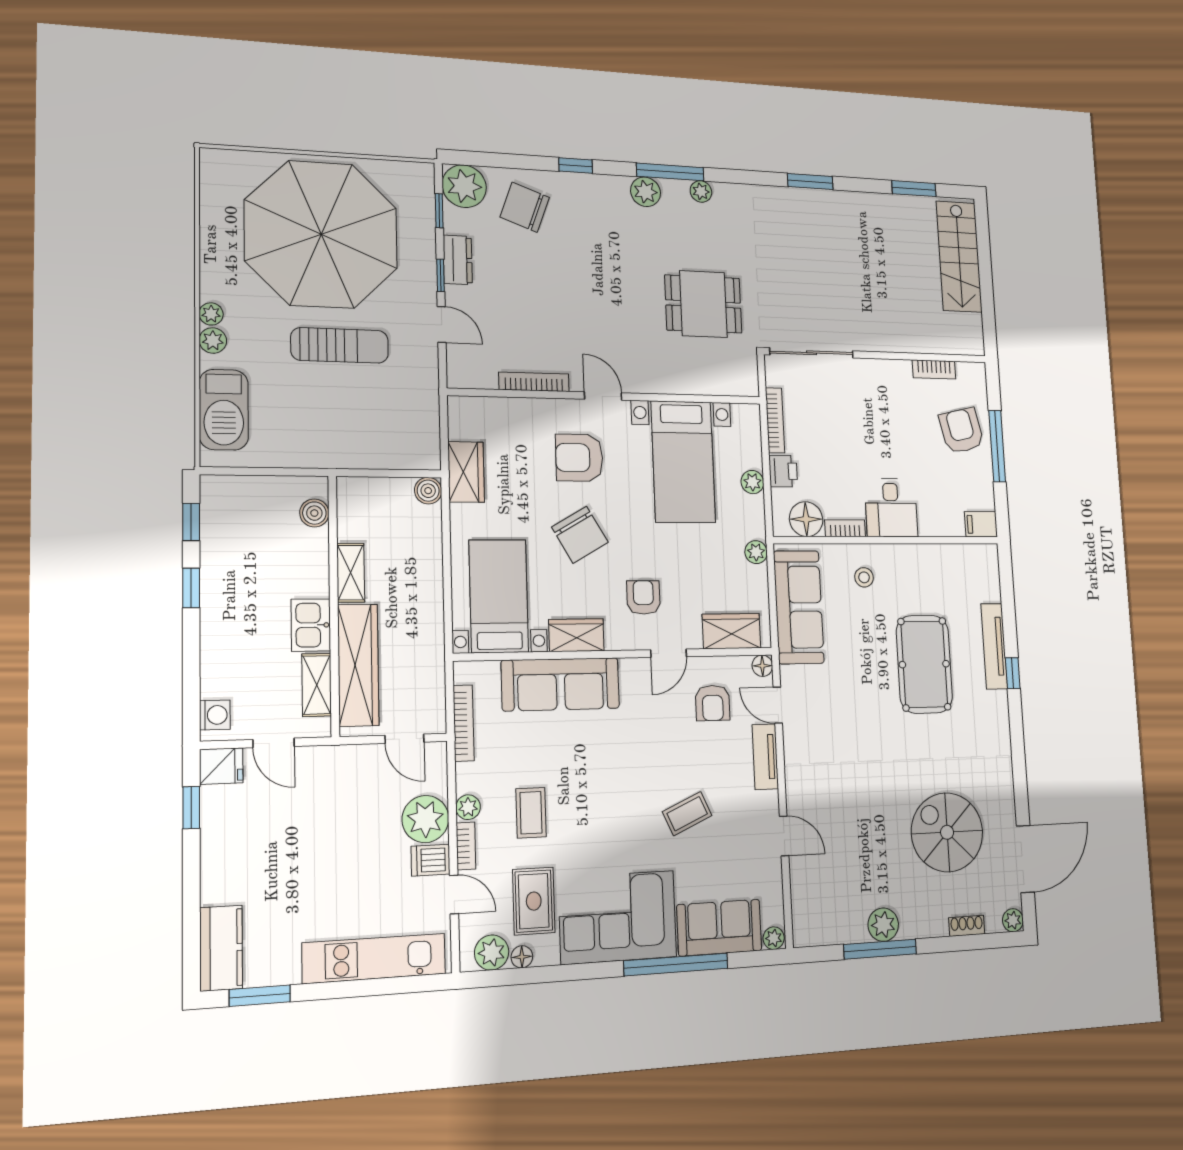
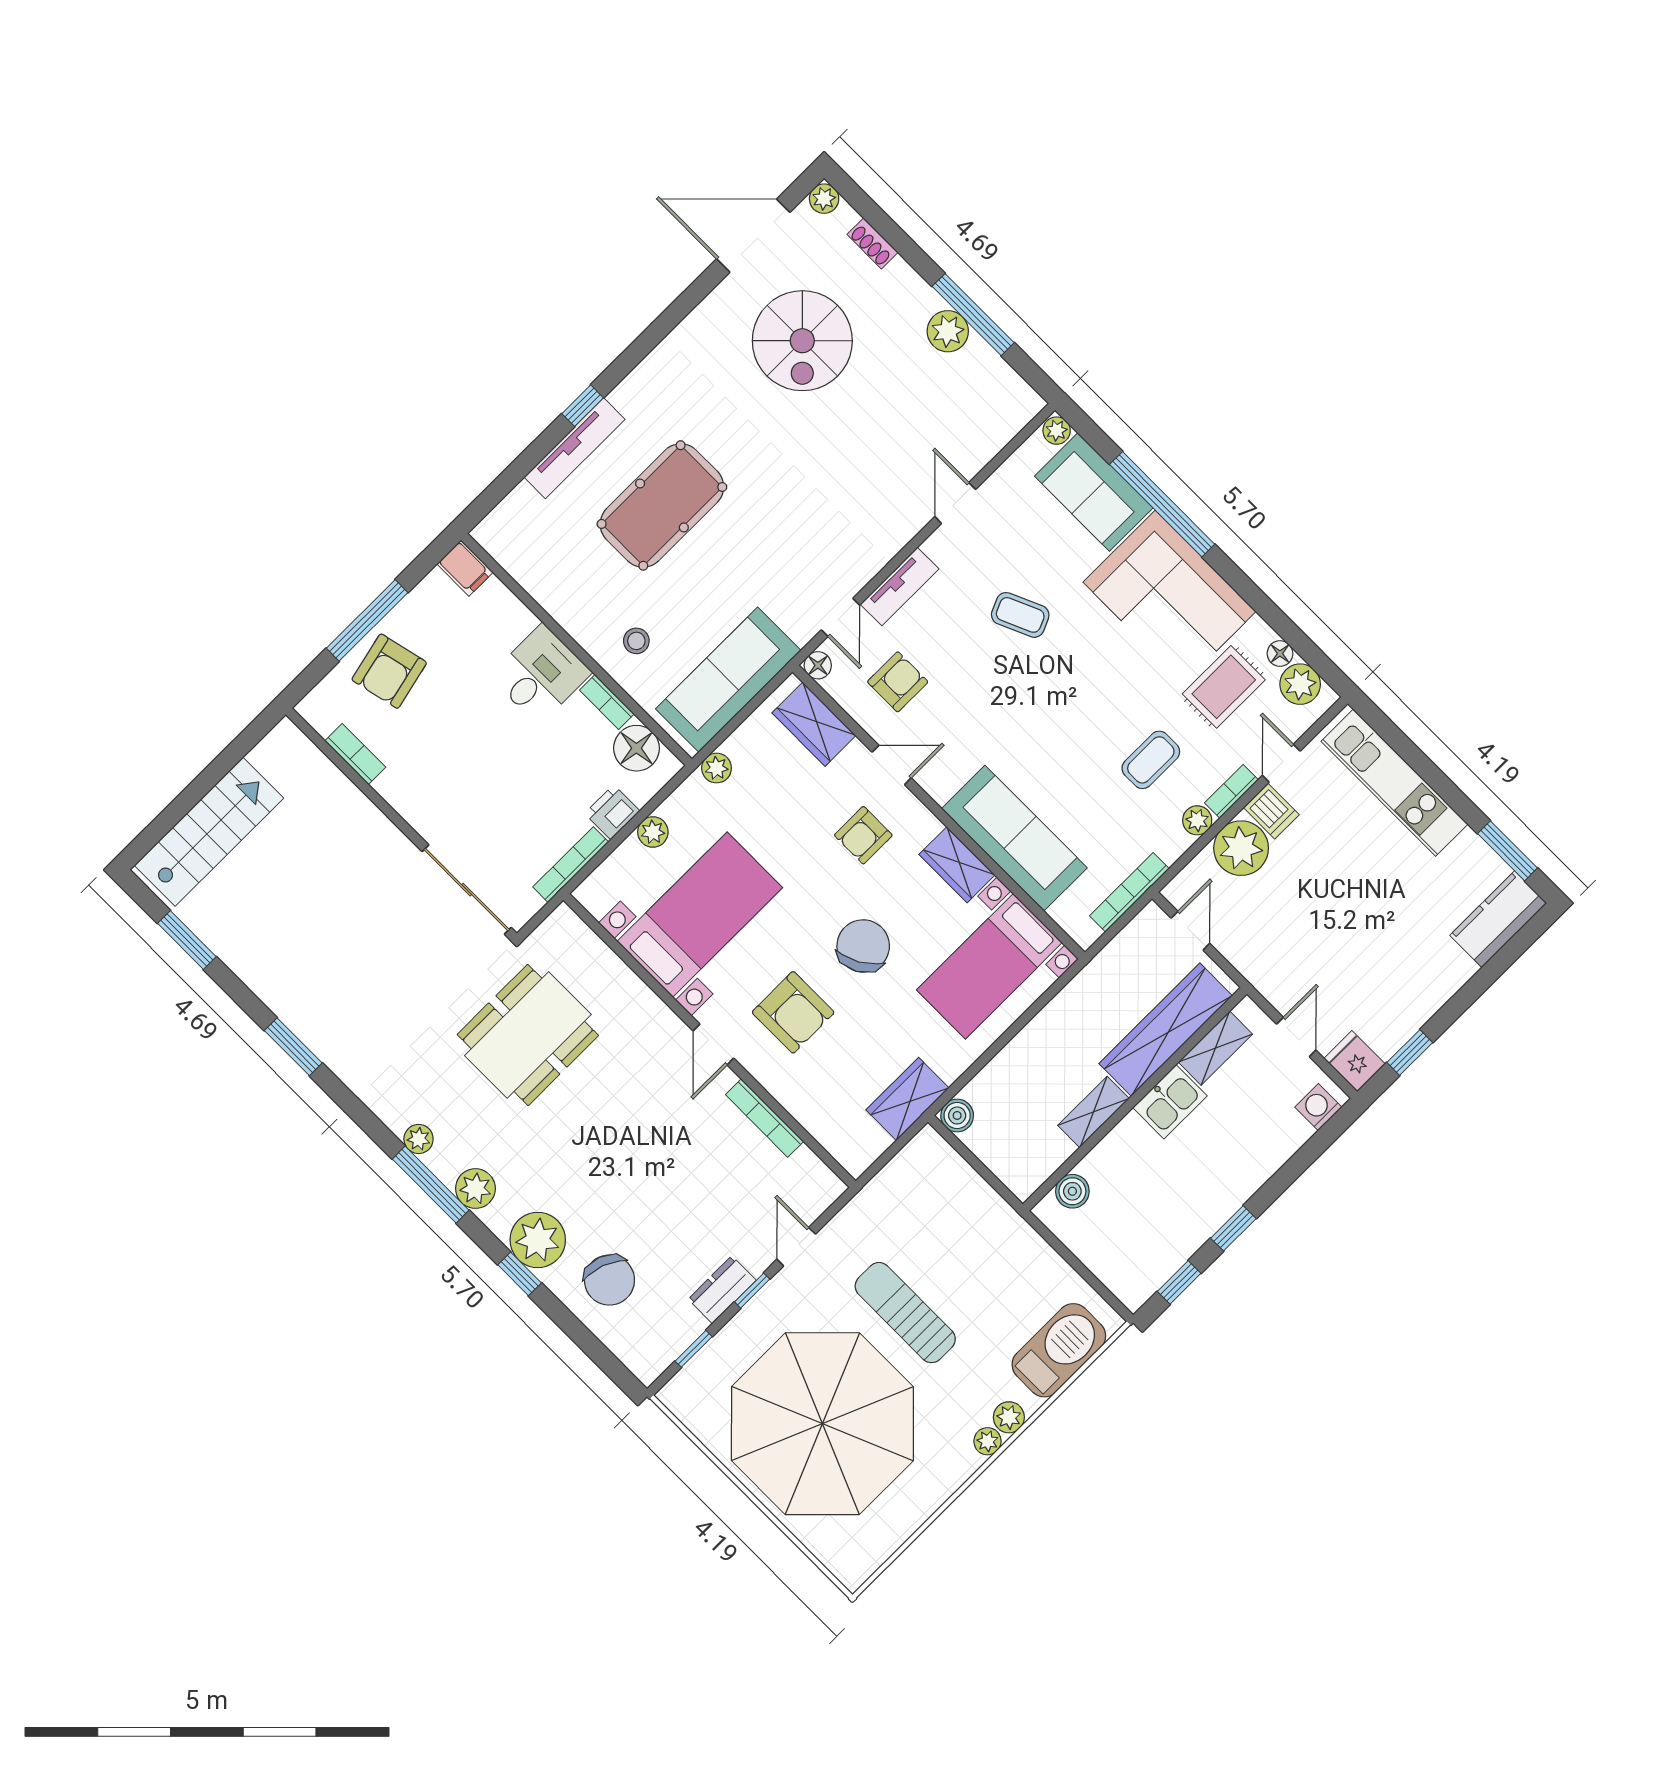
plant: (464, 186) -> (538, 1240), moved
dining table: (703, 304) -> (528, 1035), width x1.37

